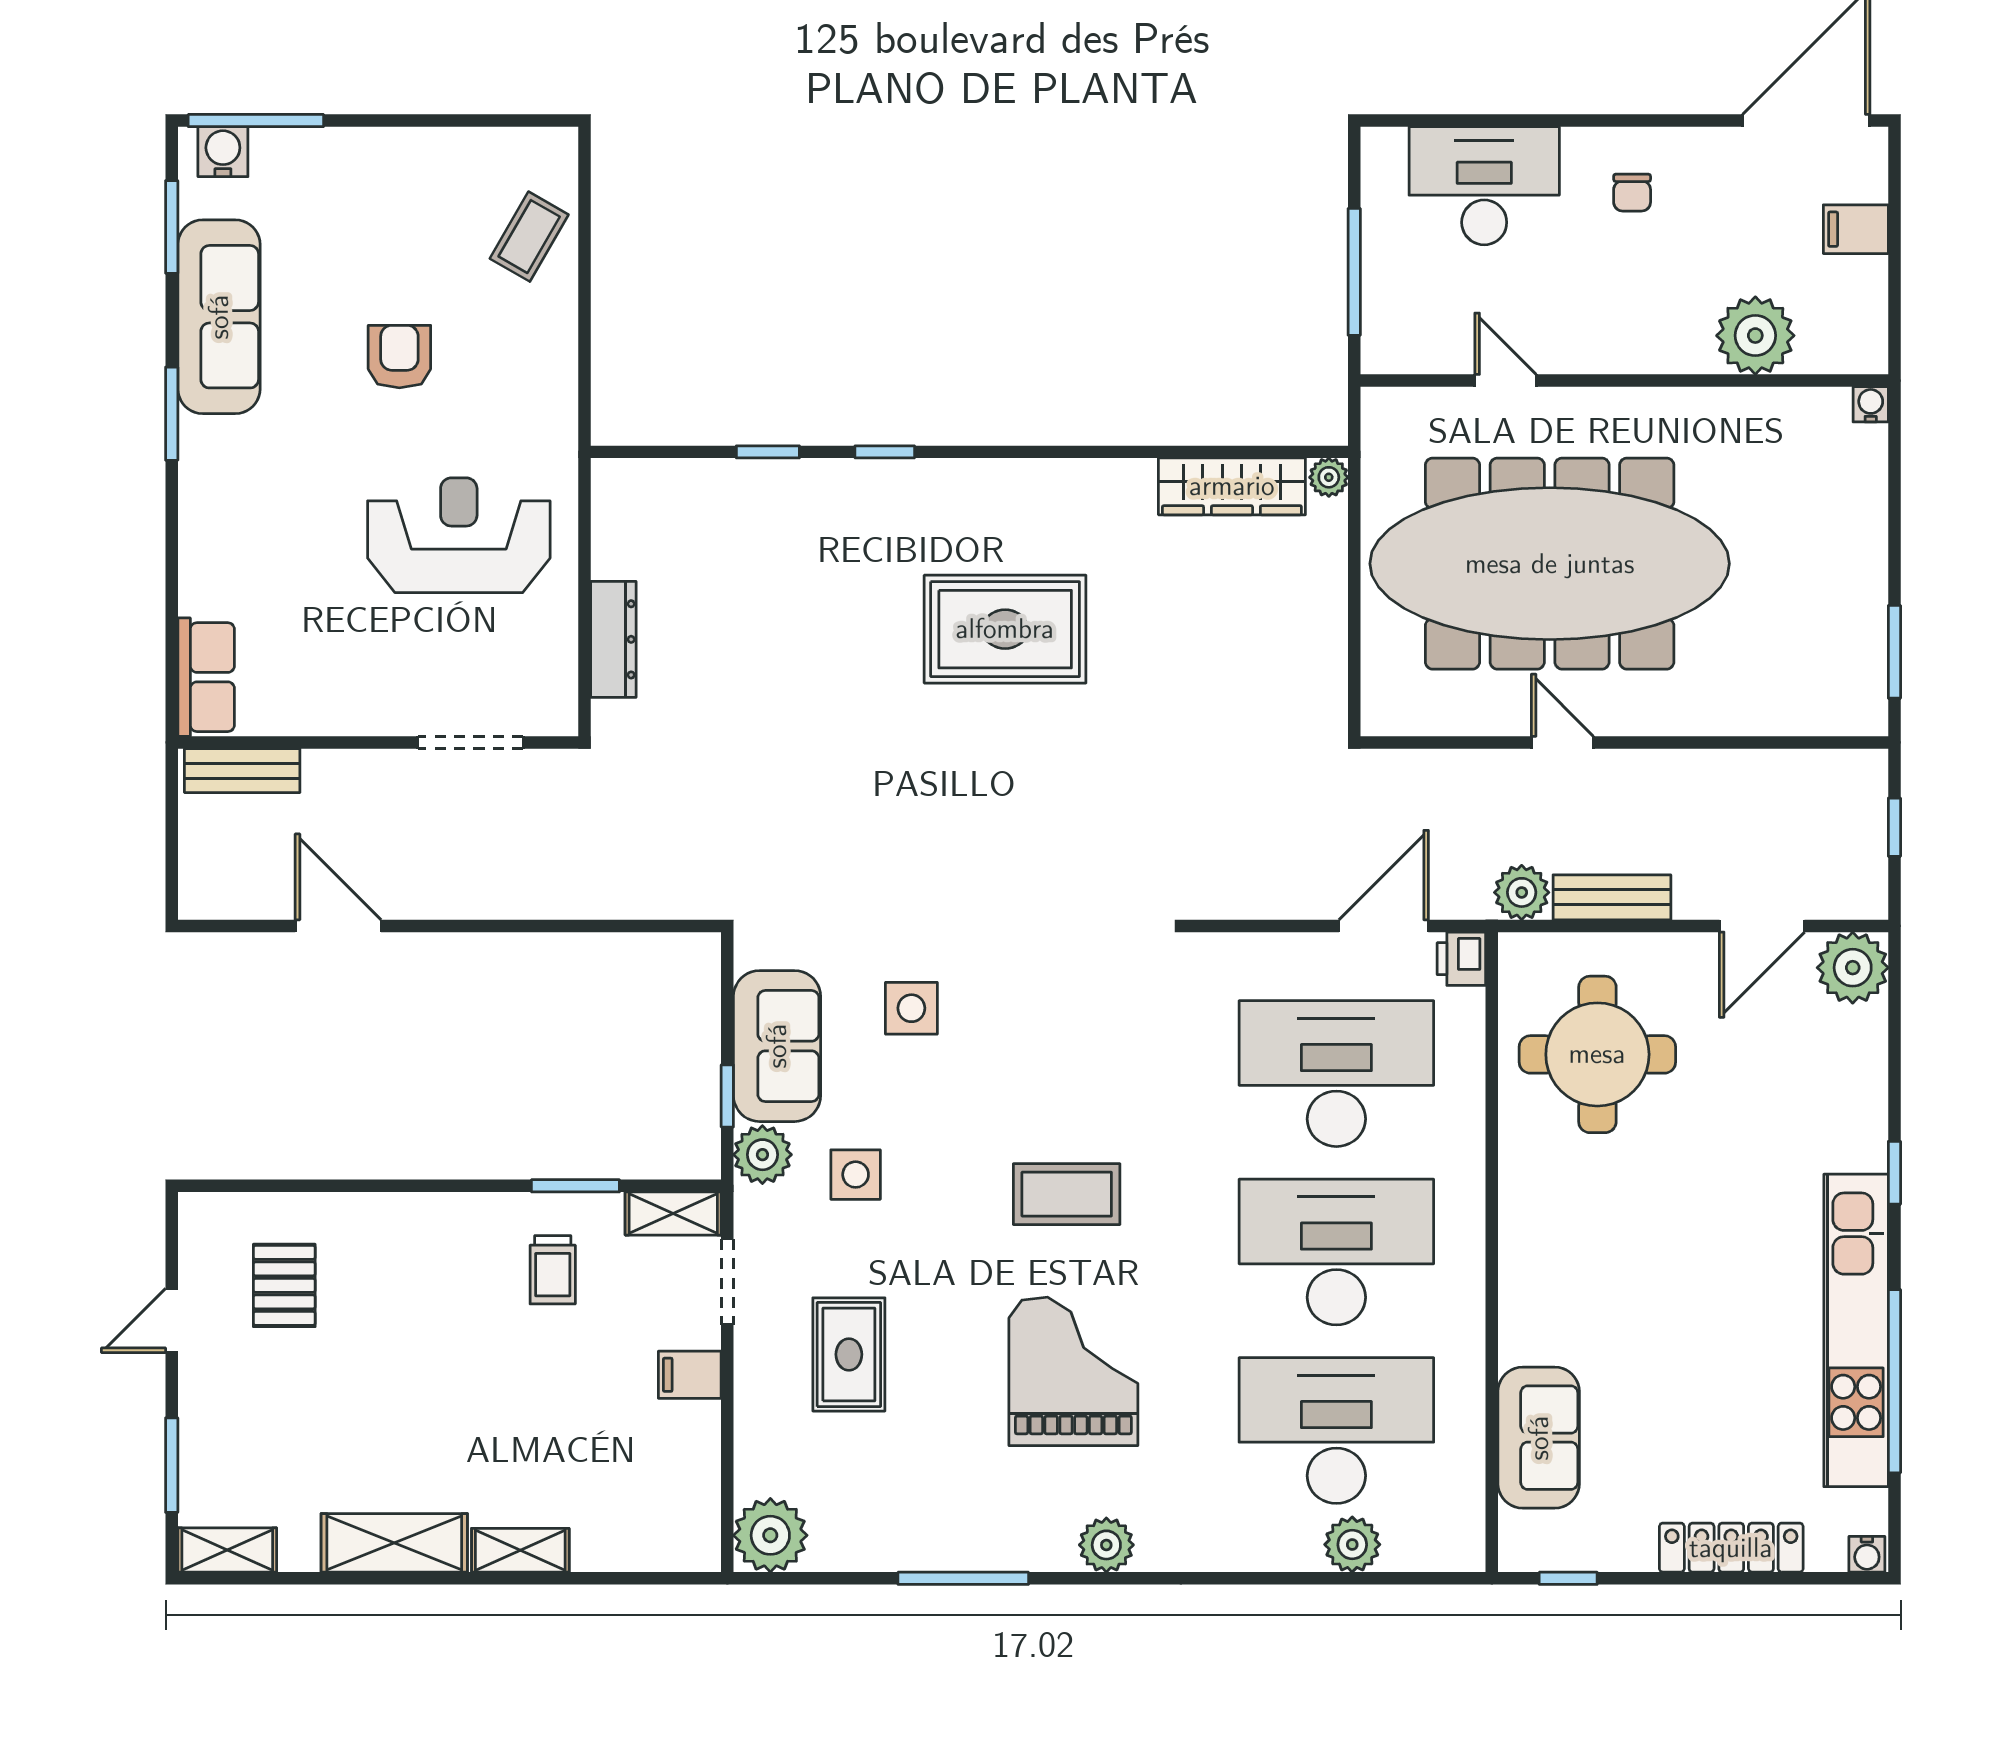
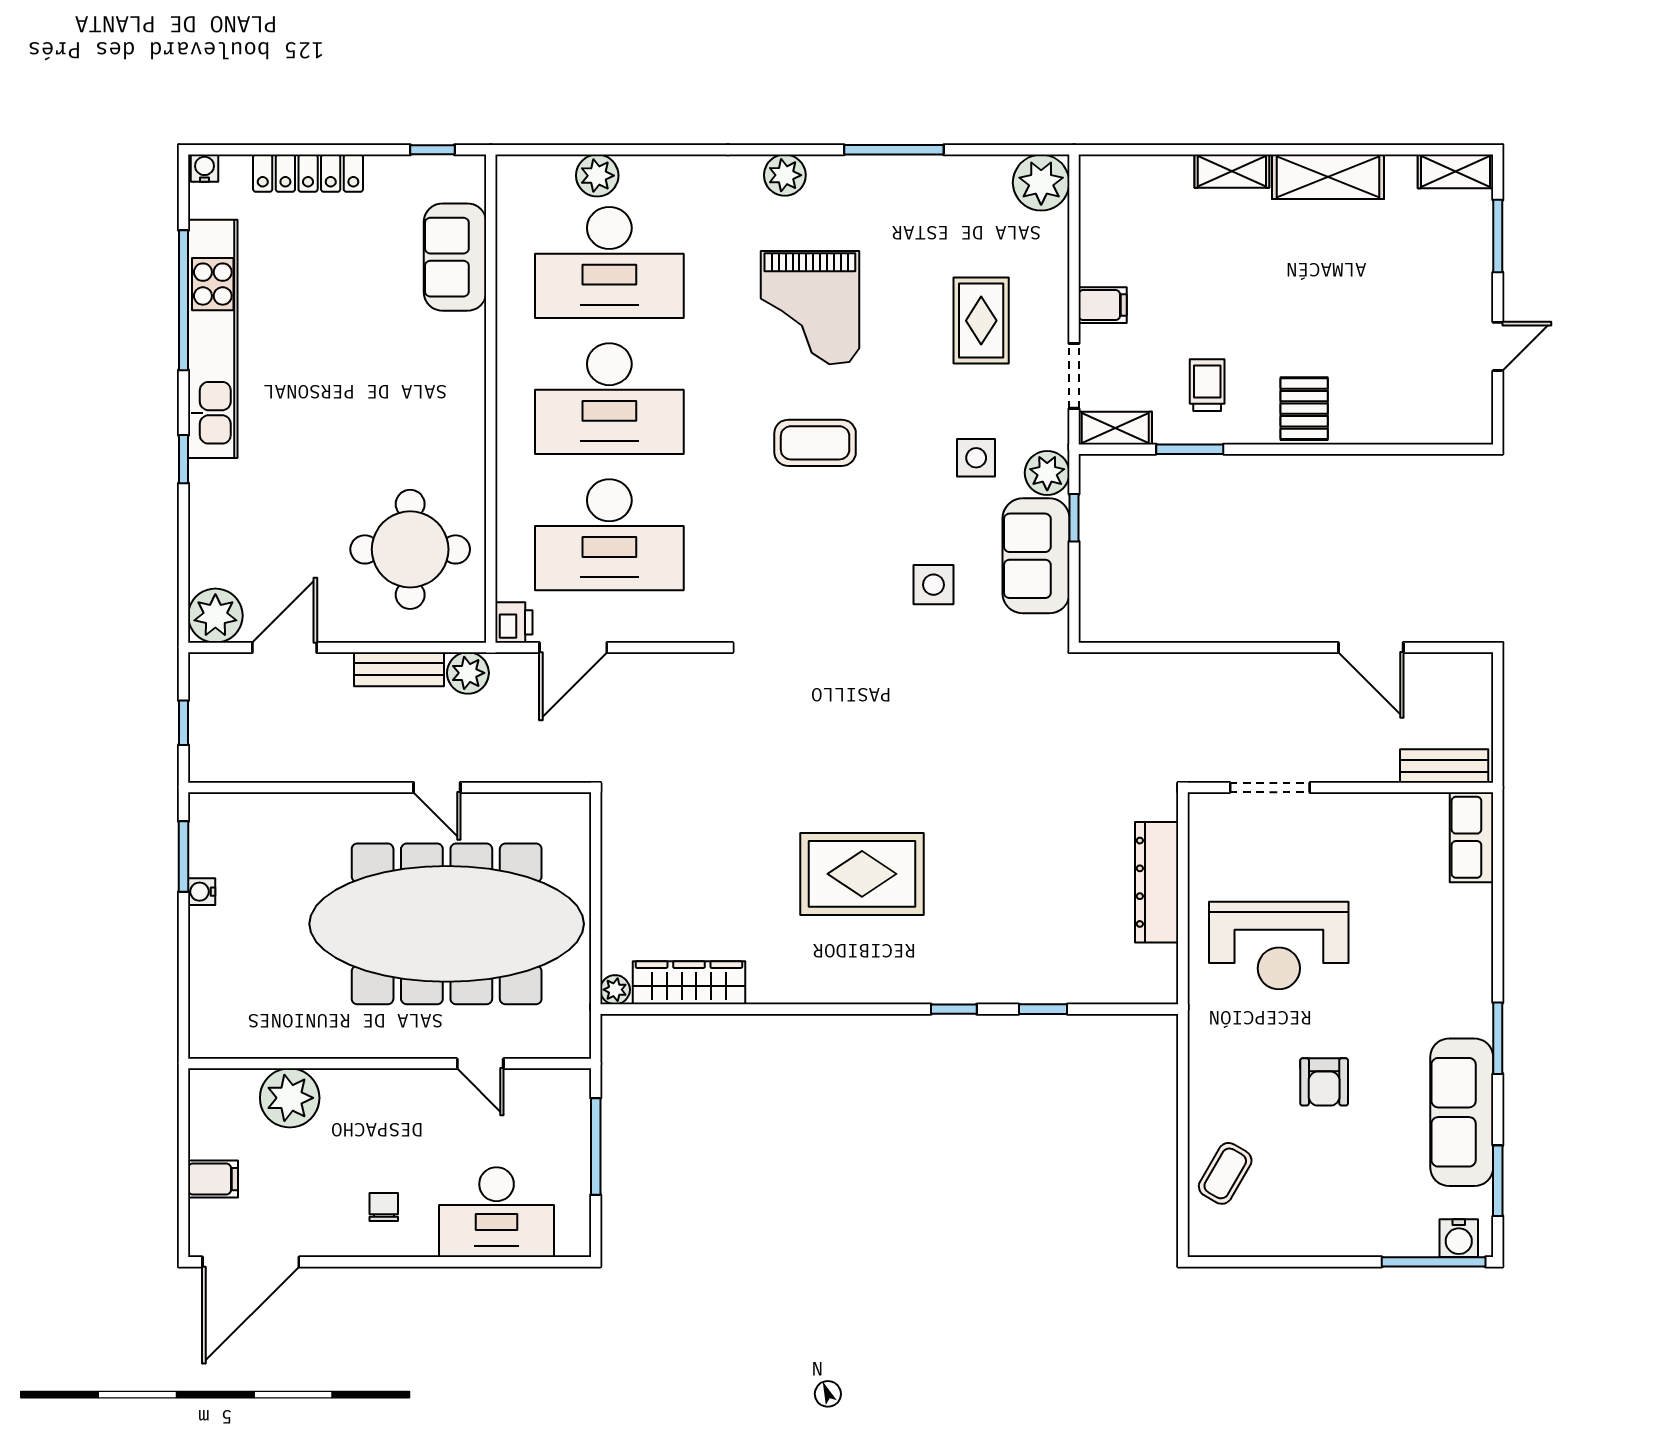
water cooler: (1871, 404) -> (202, 892), moved, turned 90
dresser: (613, 639) -> (1157, 882), width x1.37, depth x1.24
pallet: (284, 1285) -> (1304, 409), moved

